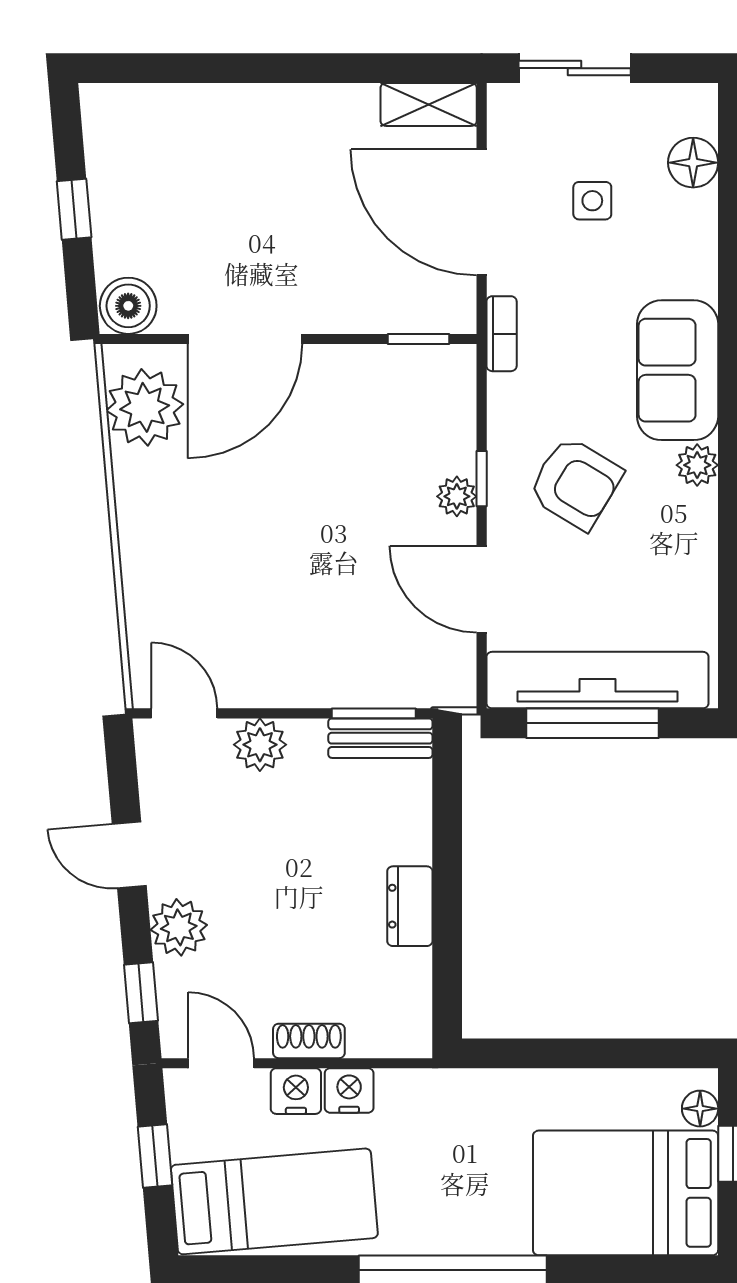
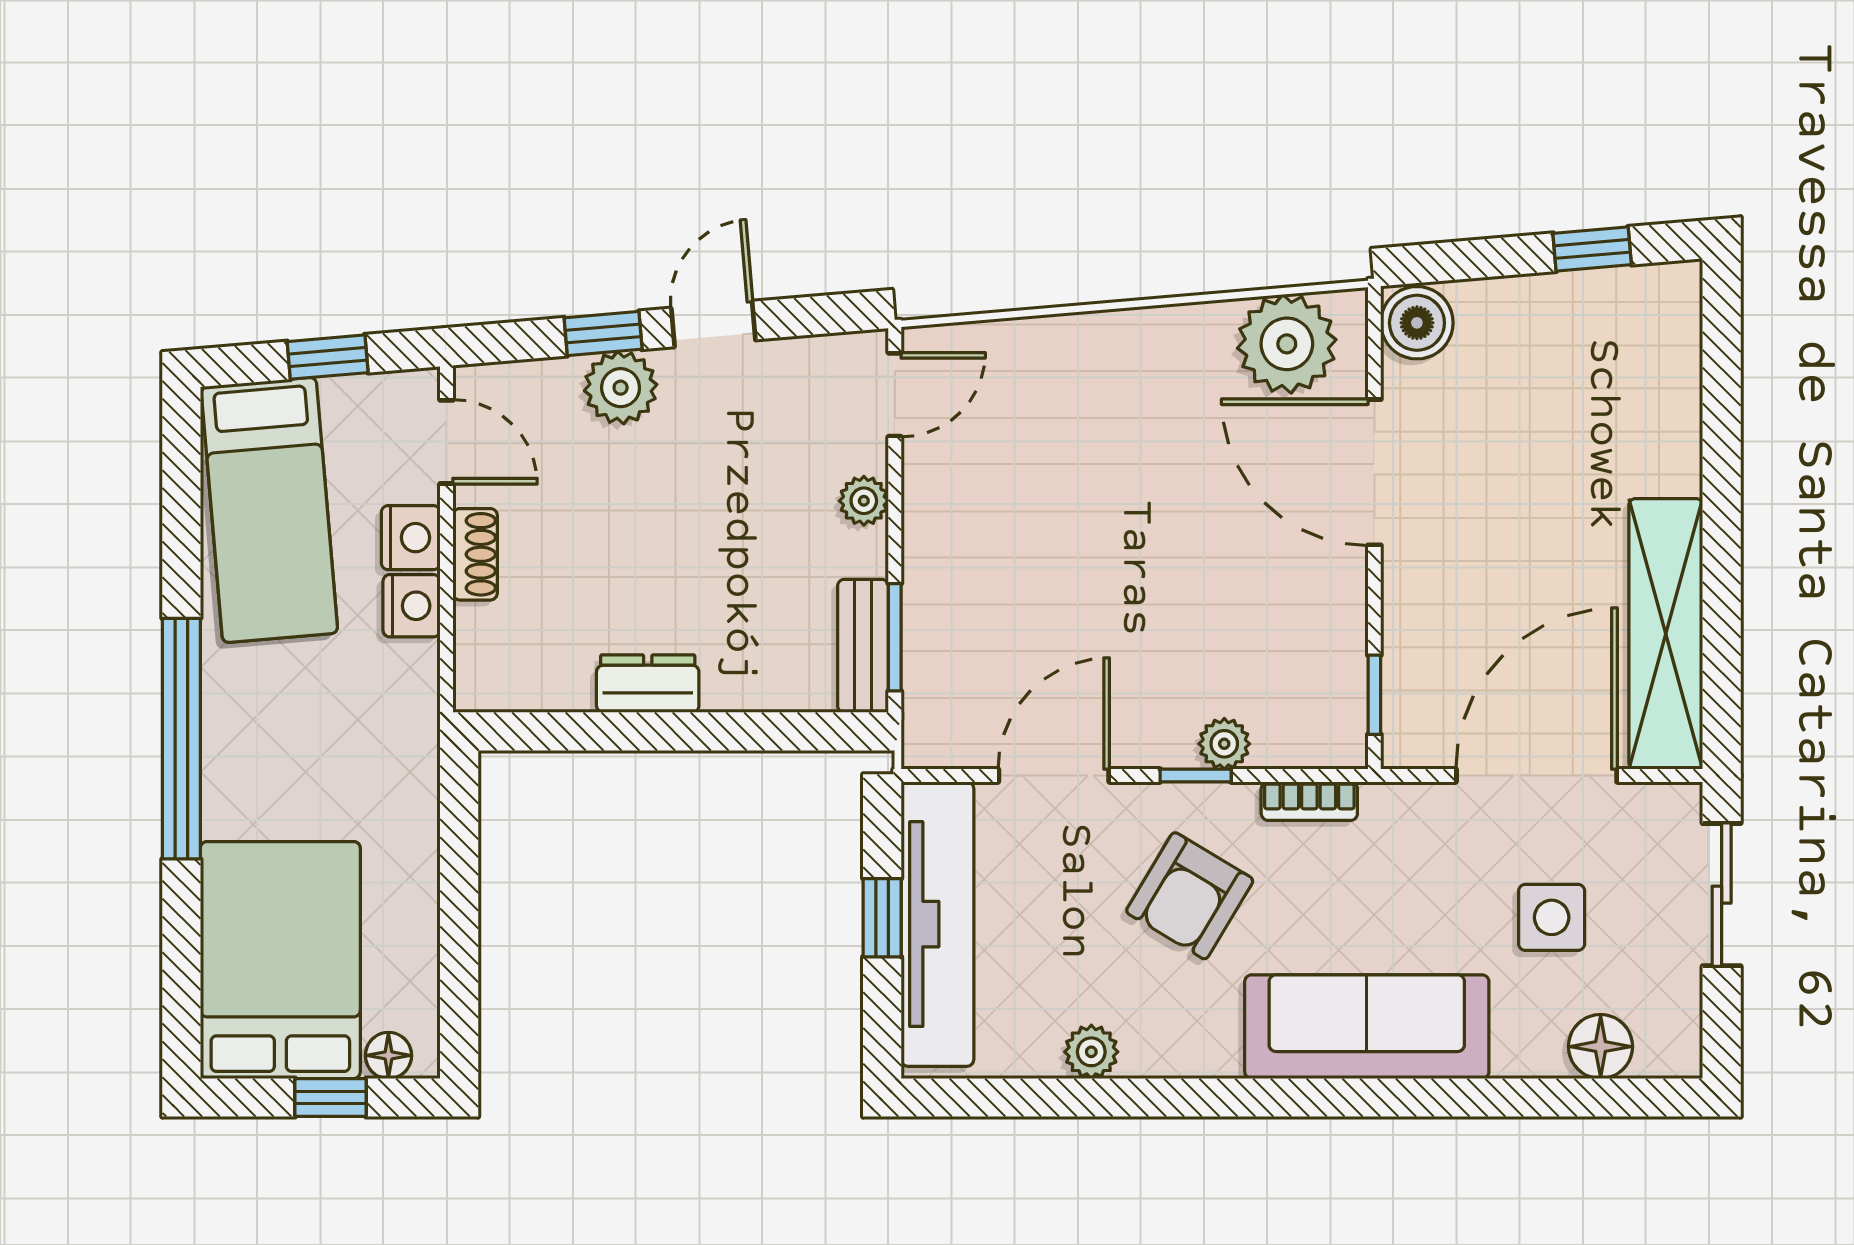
shelving: (429, 104) -> (1666, 634), width x2.20, depth x1.33
side table: (592, 201) -> (1552, 917), width x1.37, depth x1.37
window: (74, 209) -> (1592, 249), moved
bookcase: (502, 334) -> (1309, 801), moved
sofa: (678, 370) -> (1367, 1027), width x1.36
plant: (697, 465) -> (1091, 1052), moved
plant: (457, 496) -> (1224, 744), moved
window: (593, 723) -> (882, 918), width x0.46
plant: (260, 745) -> (864, 501), width x0.73, depth x0.73
window: (141, 993) -> (603, 334), moved
door: (221, 1063) -> (447, 442), hinge flipped

